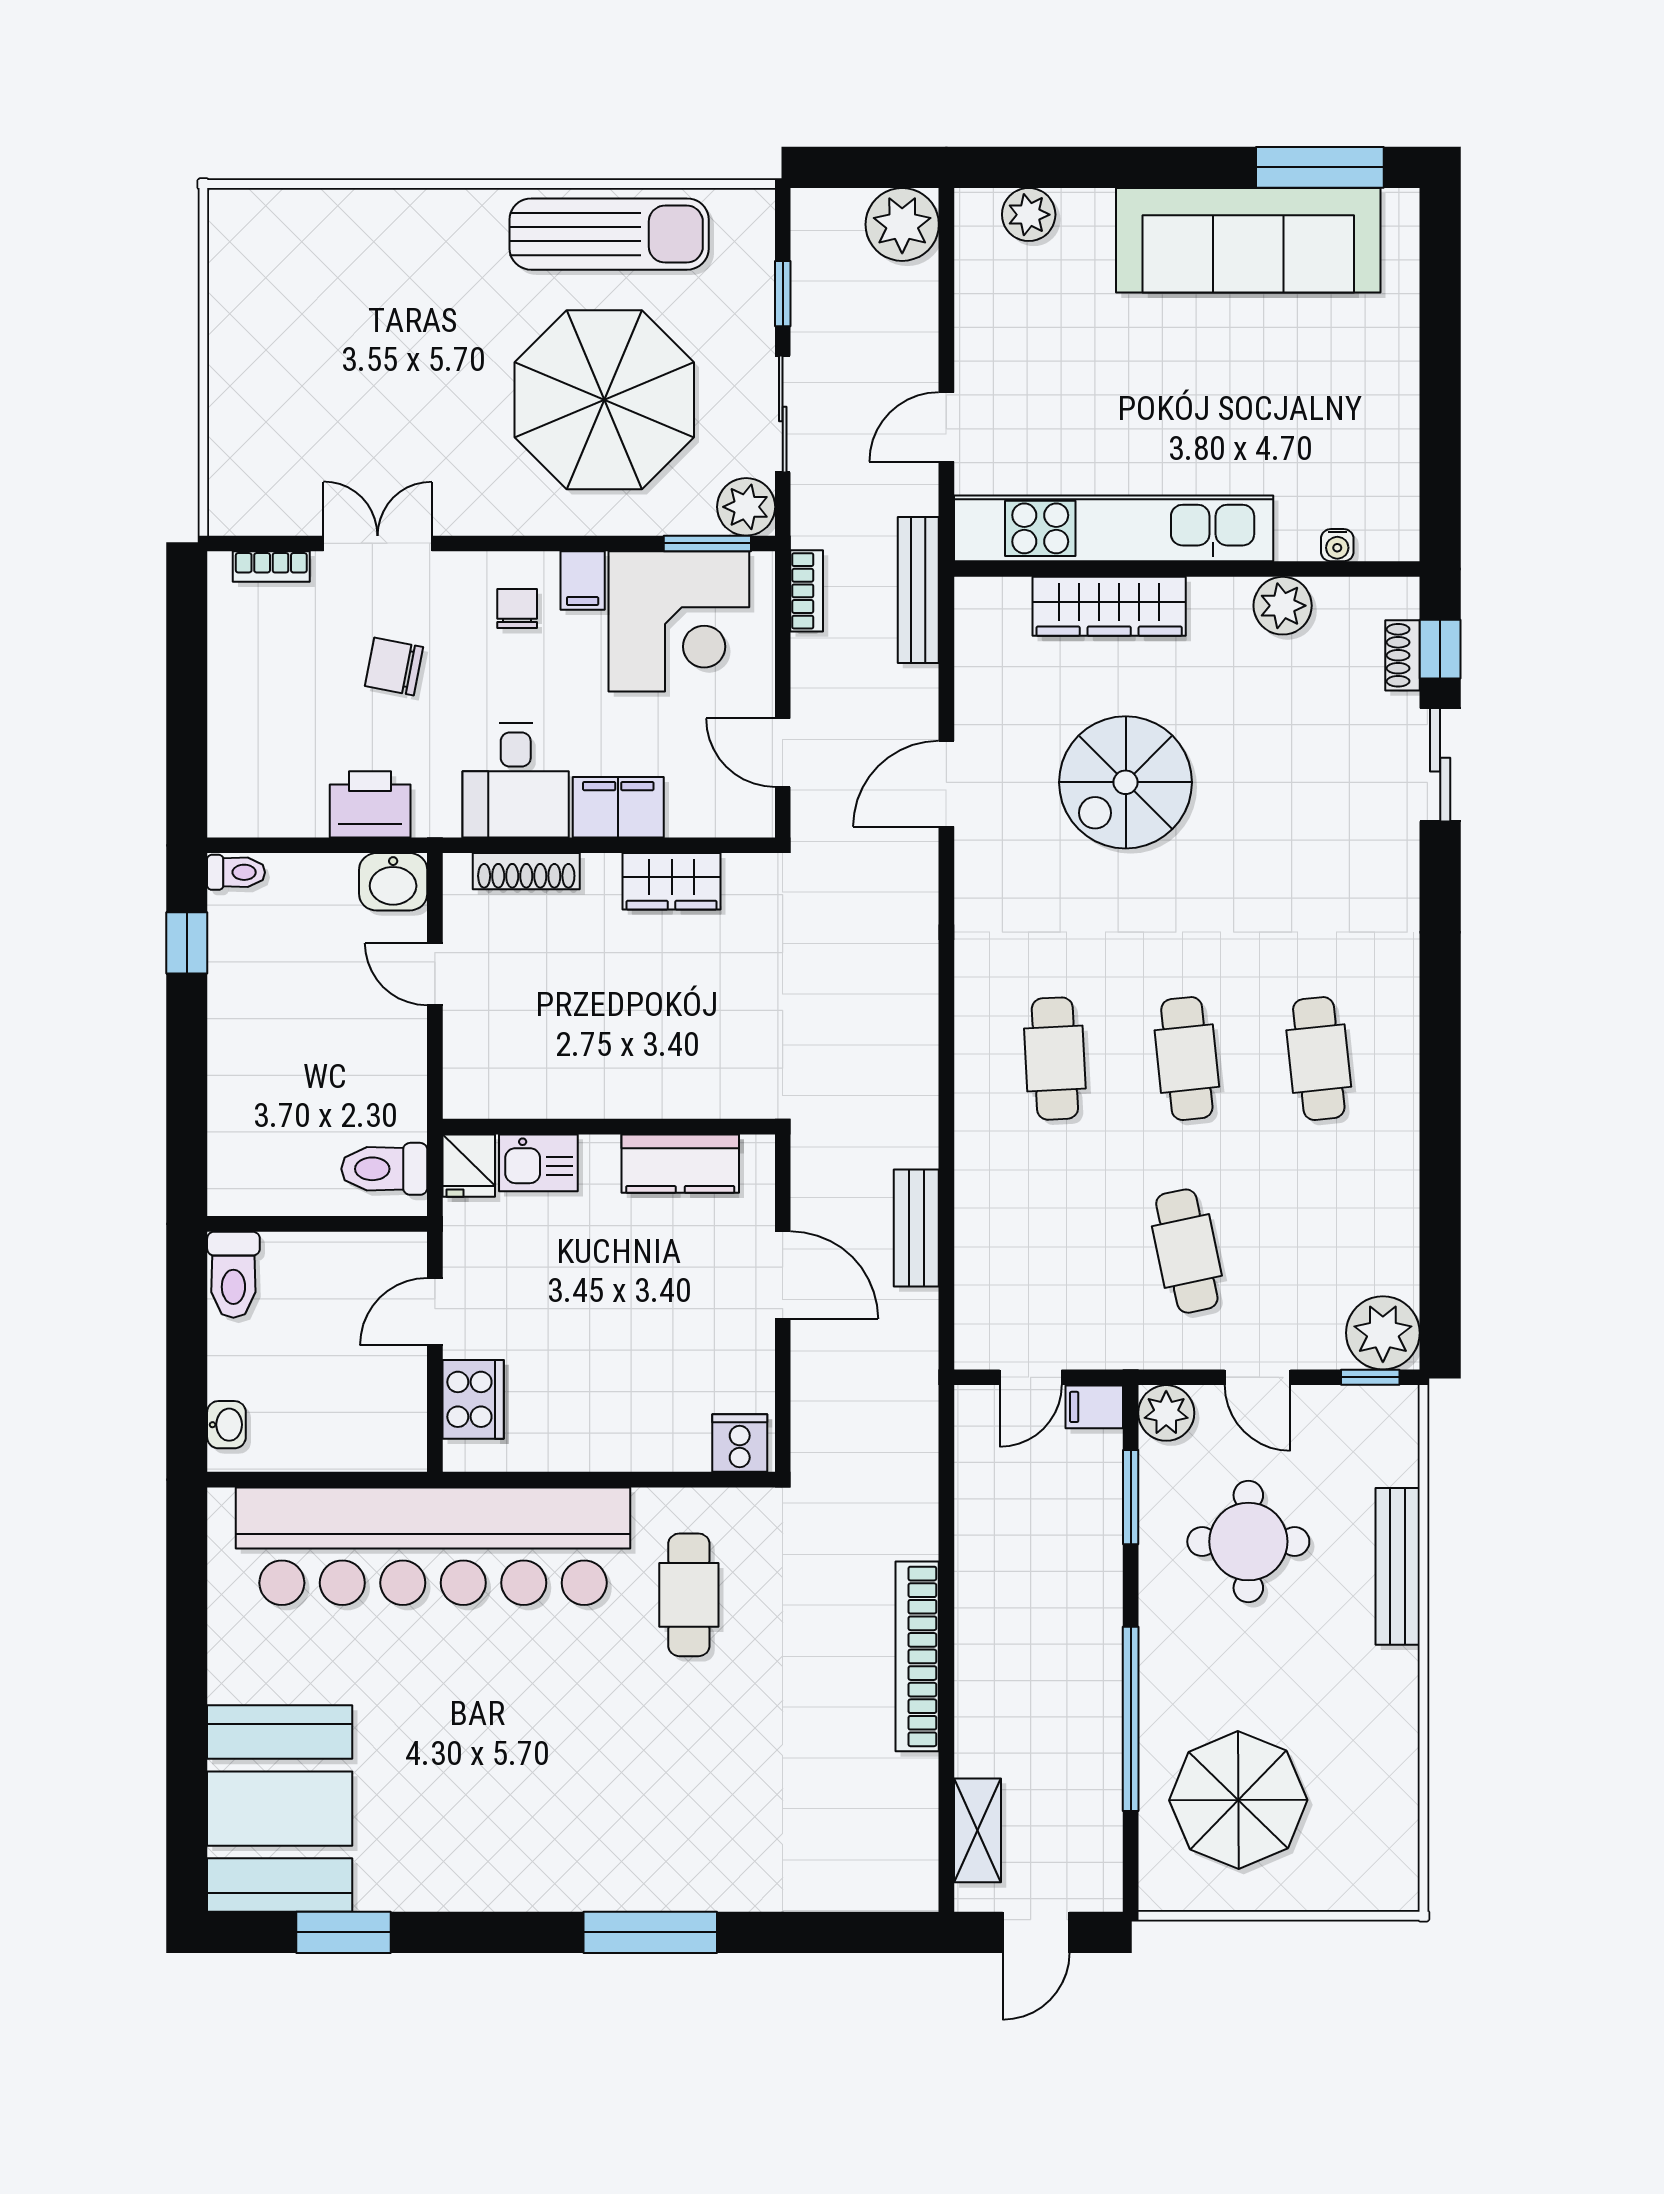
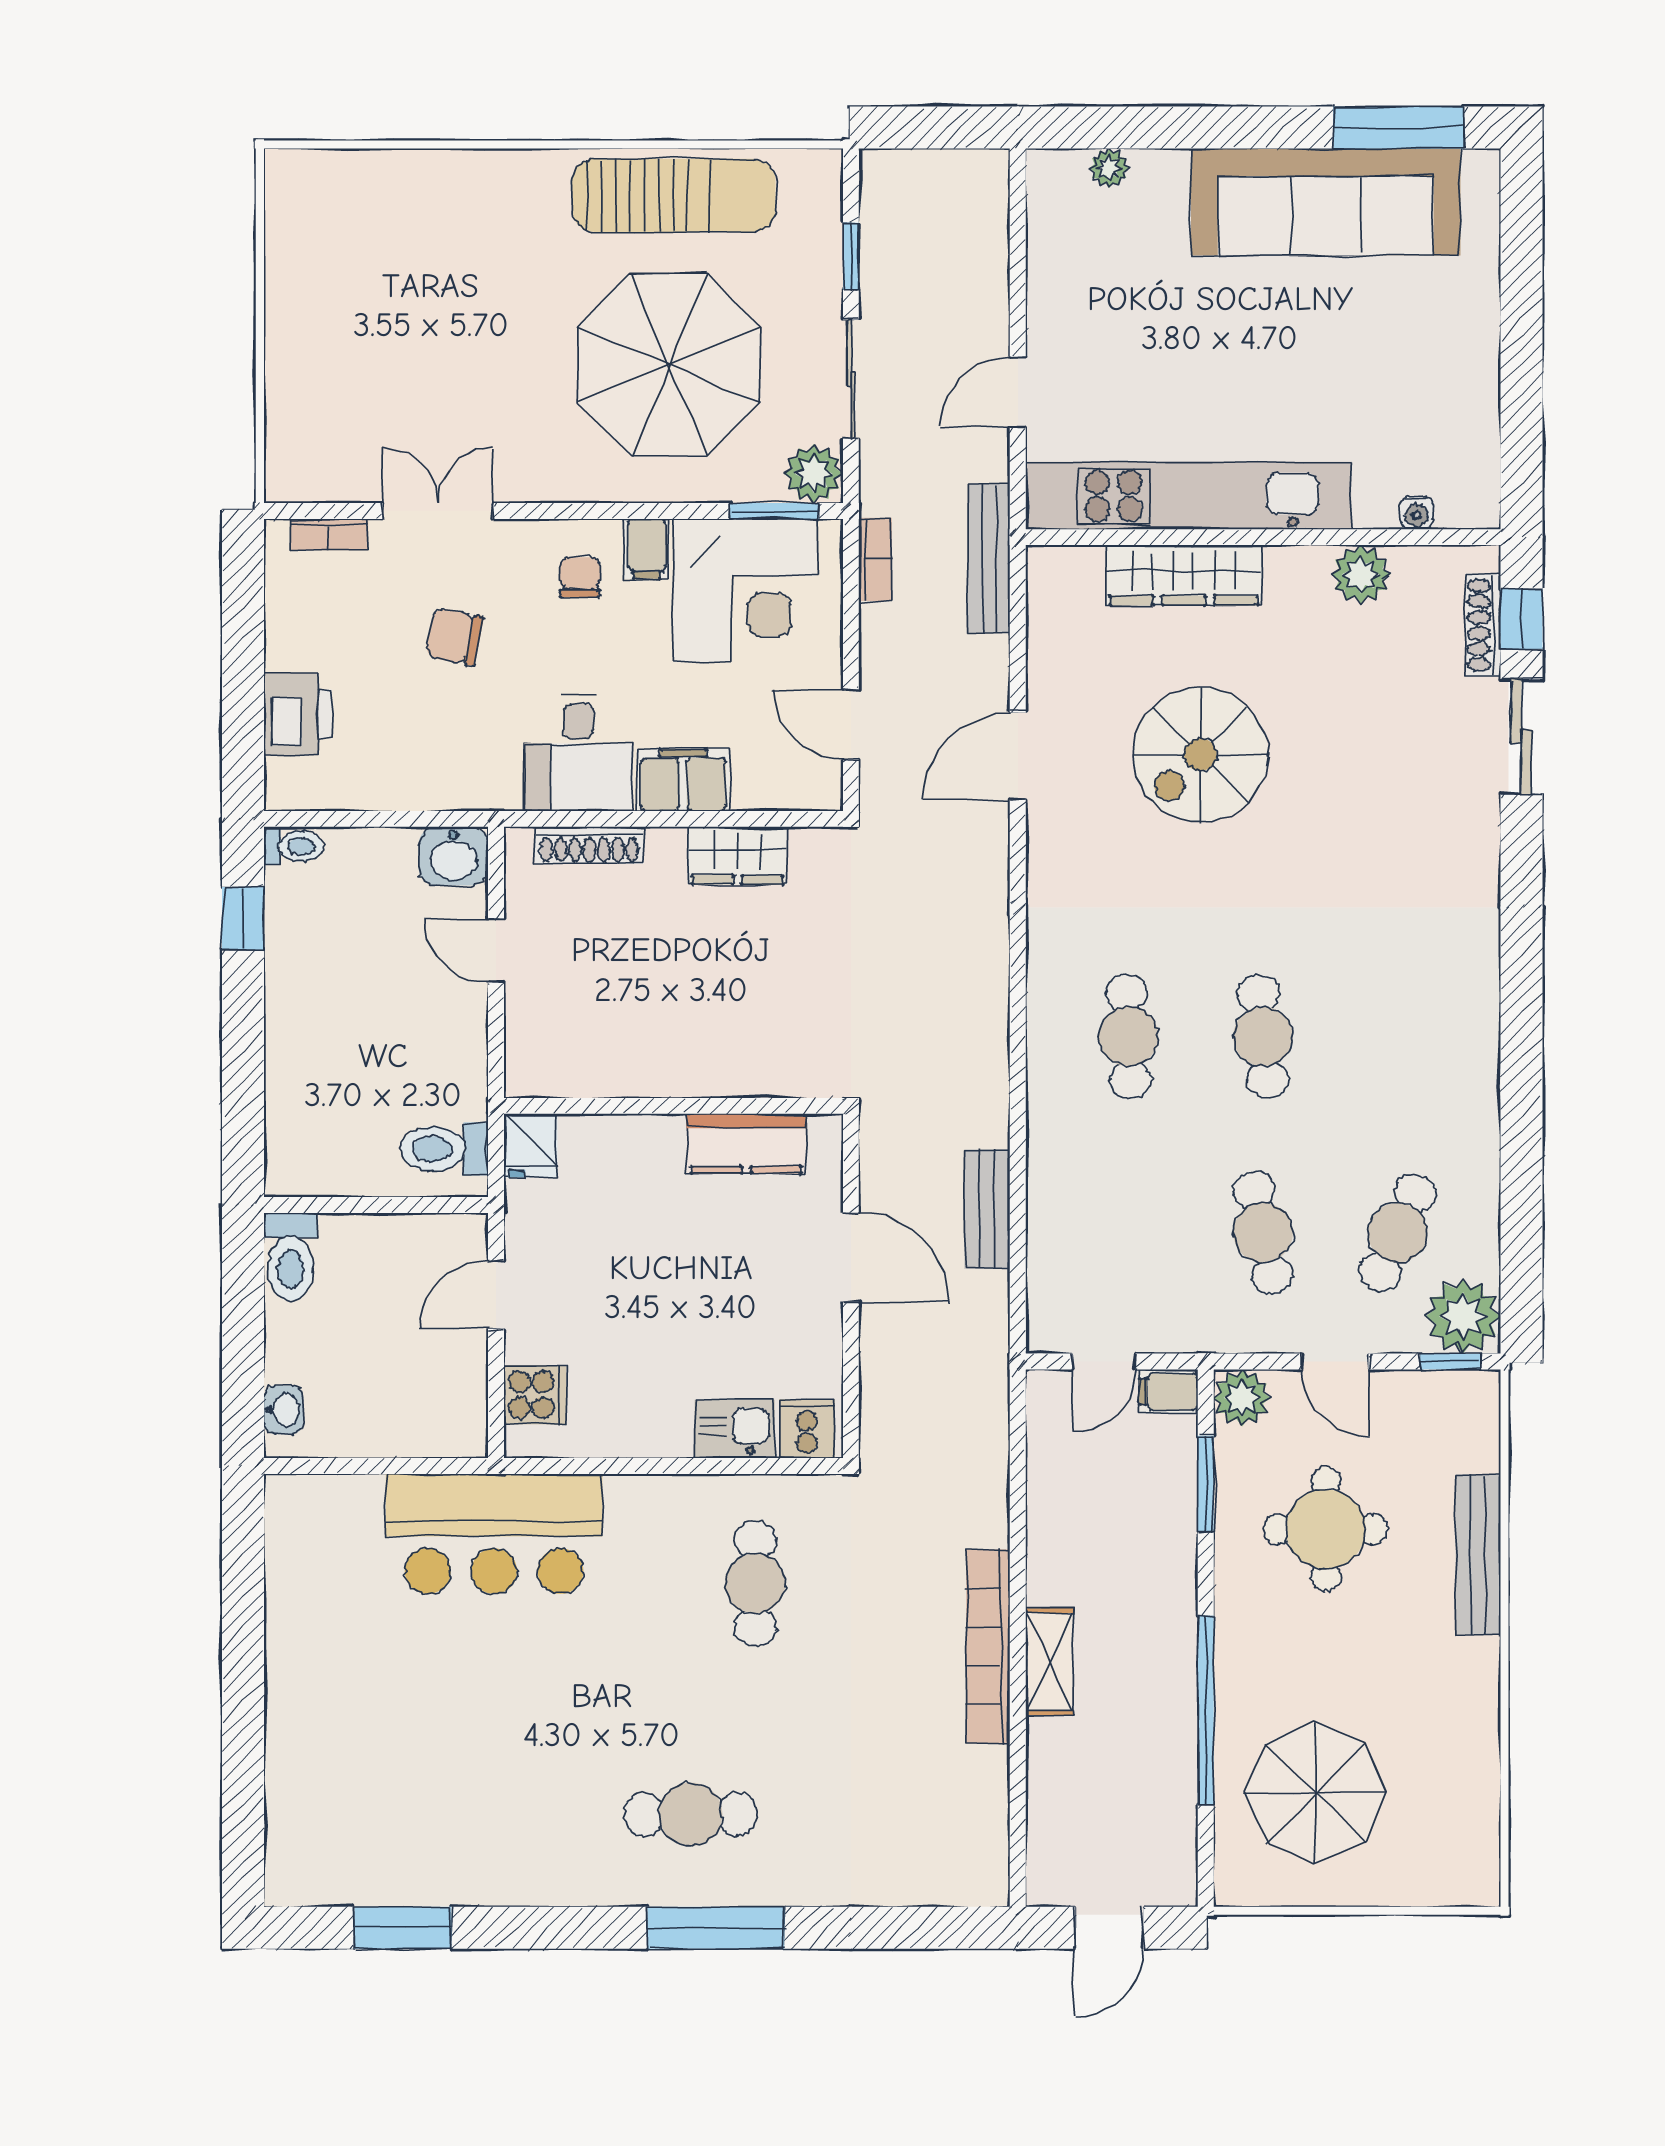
plant: (1029, 215) -> (1109, 168), width x0.73, depth x0.73
plant: (902, 224) -> (973, 186), removed
shoe rack: (1402, 655) -> (1483, 625), width x1.43
printer: (370, 804) -> (298, 714), moved, turned 90
cafe table: (1319, 1059) -> (1398, 1233), moved, turned 30
kitchen sink: (538, 1163) -> (735, 1429), moved, turned 180
cooker: (473, 1399) -> (535, 1395), width x0.73
bar counter: (433, 1546) -> (494, 1534), width x0.54
booth: (280, 1809) -> (338, 1801), removed
cafe table: (626, 1821) -> (691, 1814), added
shelving: (978, 1830) -> (1050, 1662), moved

